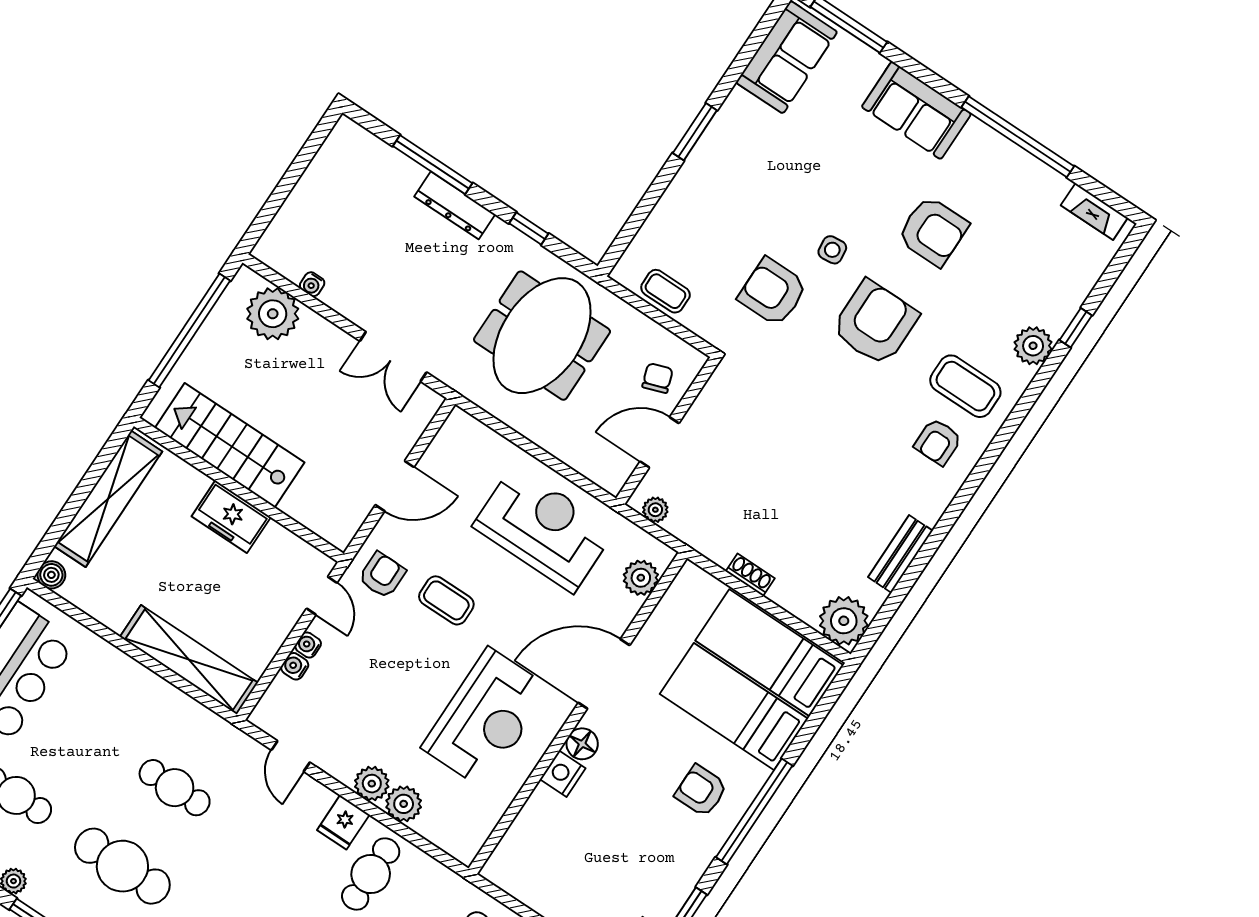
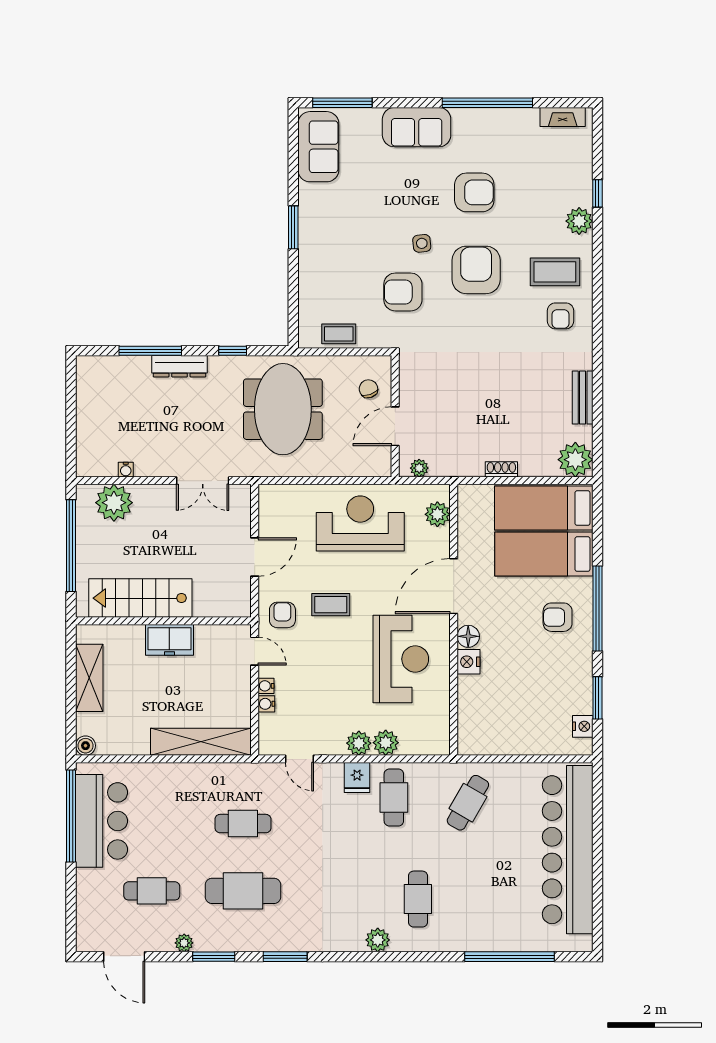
shelving: (108, 499) -> (89, 678), width x0.68

